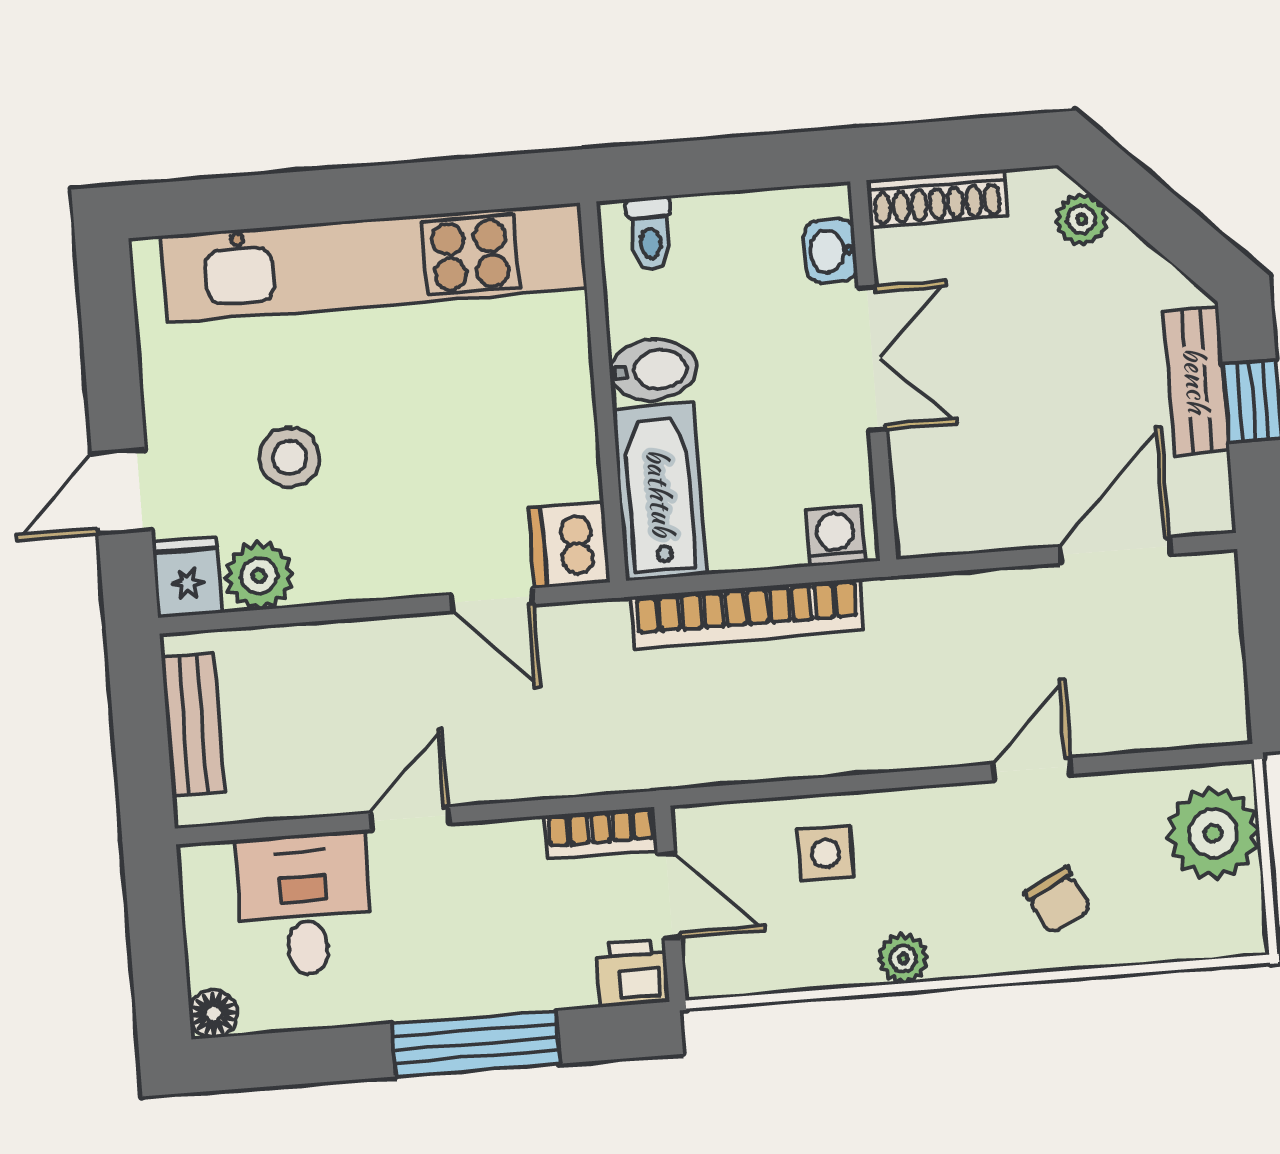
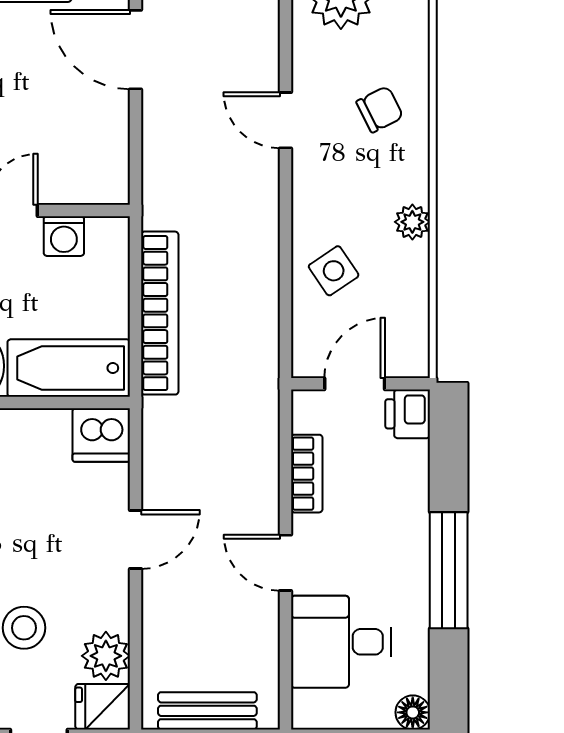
washing machine: (835, 536) -> (64, 236), moved, turned -90
door: (492, 599) -> (136, 539), moved
bookcase: (601, 833) -> (307, 474), moved
side table: (826, 853) -> (334, 271), turned -34
window: (476, 1044) -> (449, 570), moved

